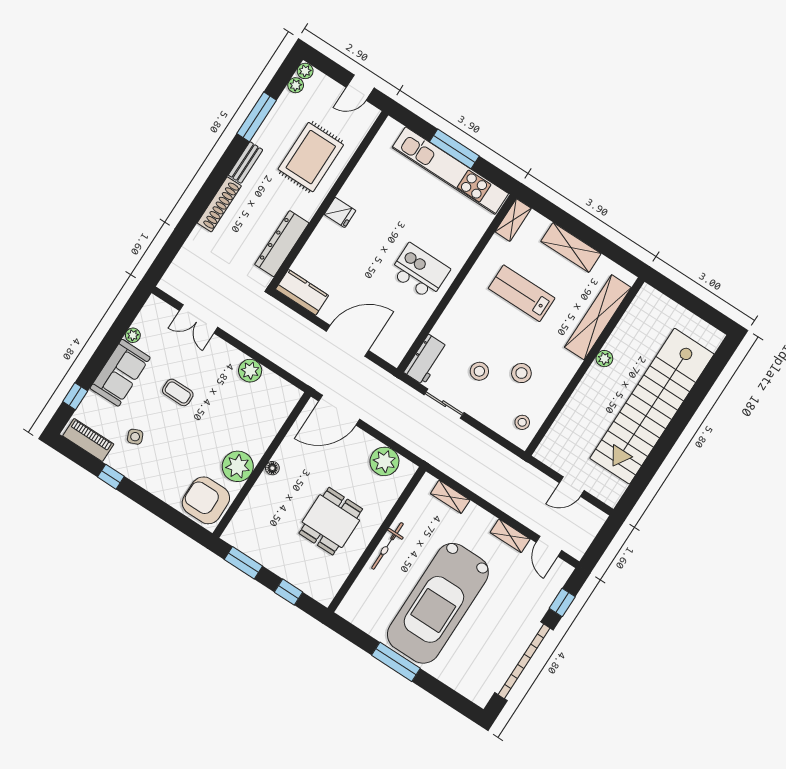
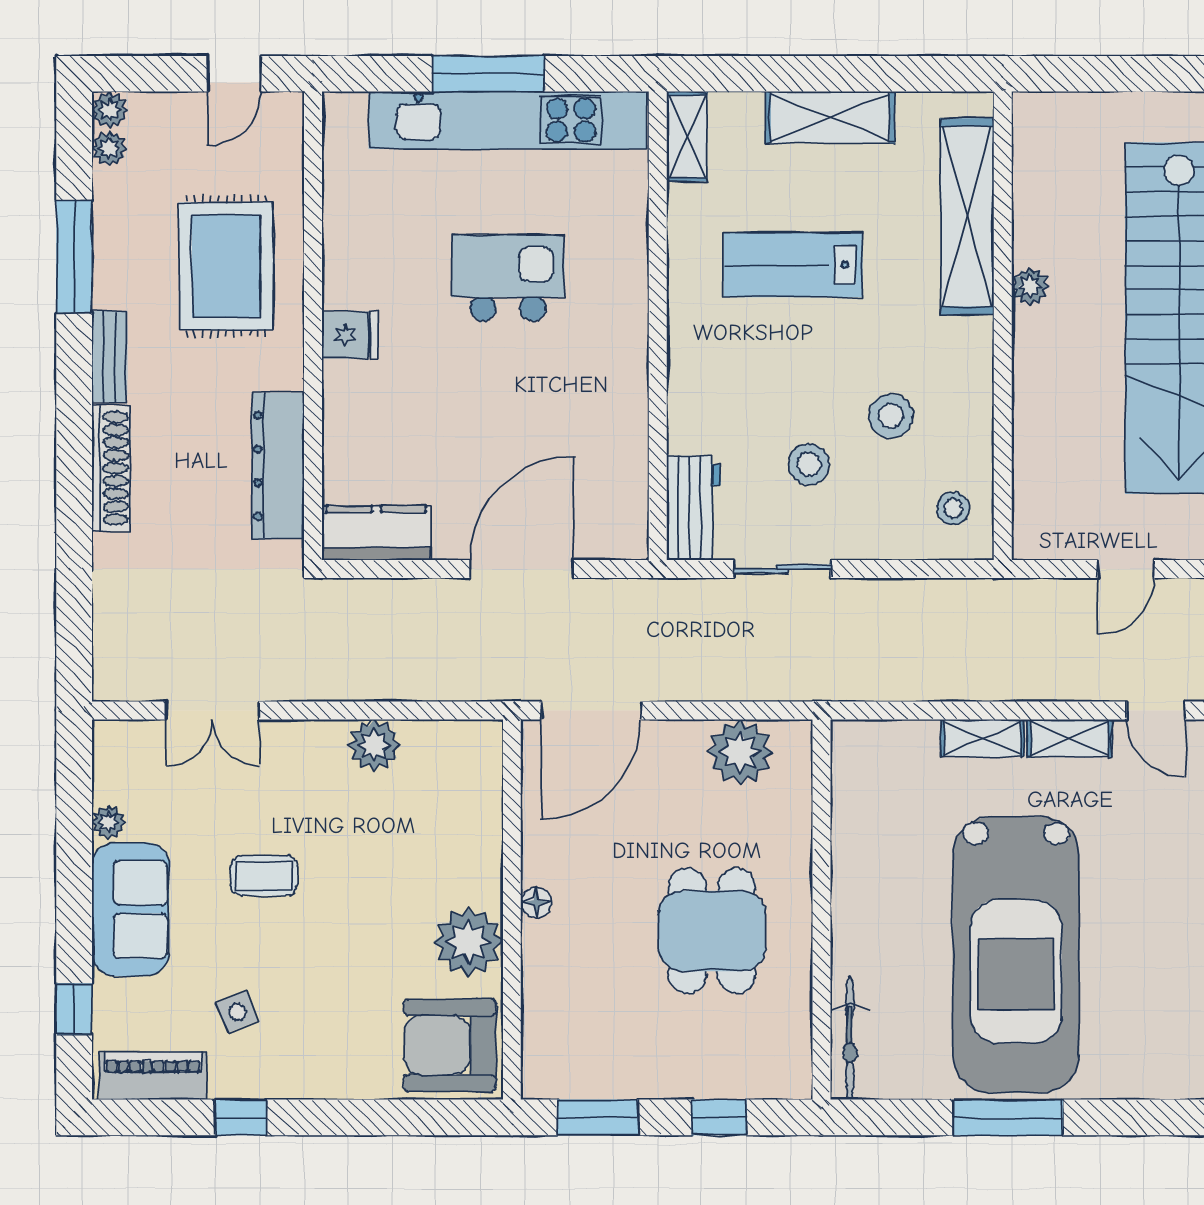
kitchen island: (420, 271) -> (508, 278), moved
shelving: (450, 497) -> (982, 738), moved
bicycle: (387, 546) -> (850, 1038), moved

